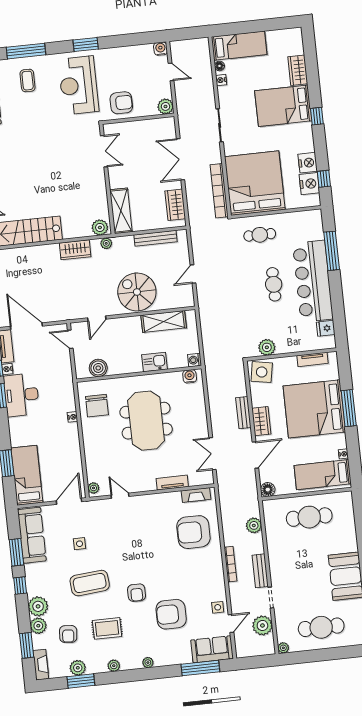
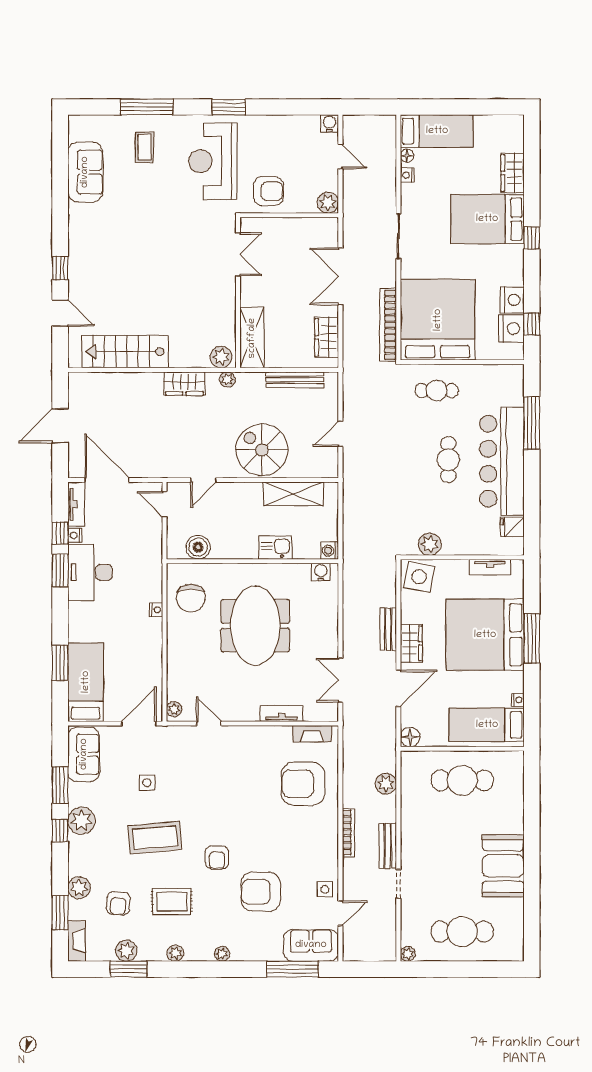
sofa: (32, 535) -> (84, 754), width x0.73
plant: (38, 606) -> (81, 821), moved
plant: (262, 625) -> (383, 920), removed

